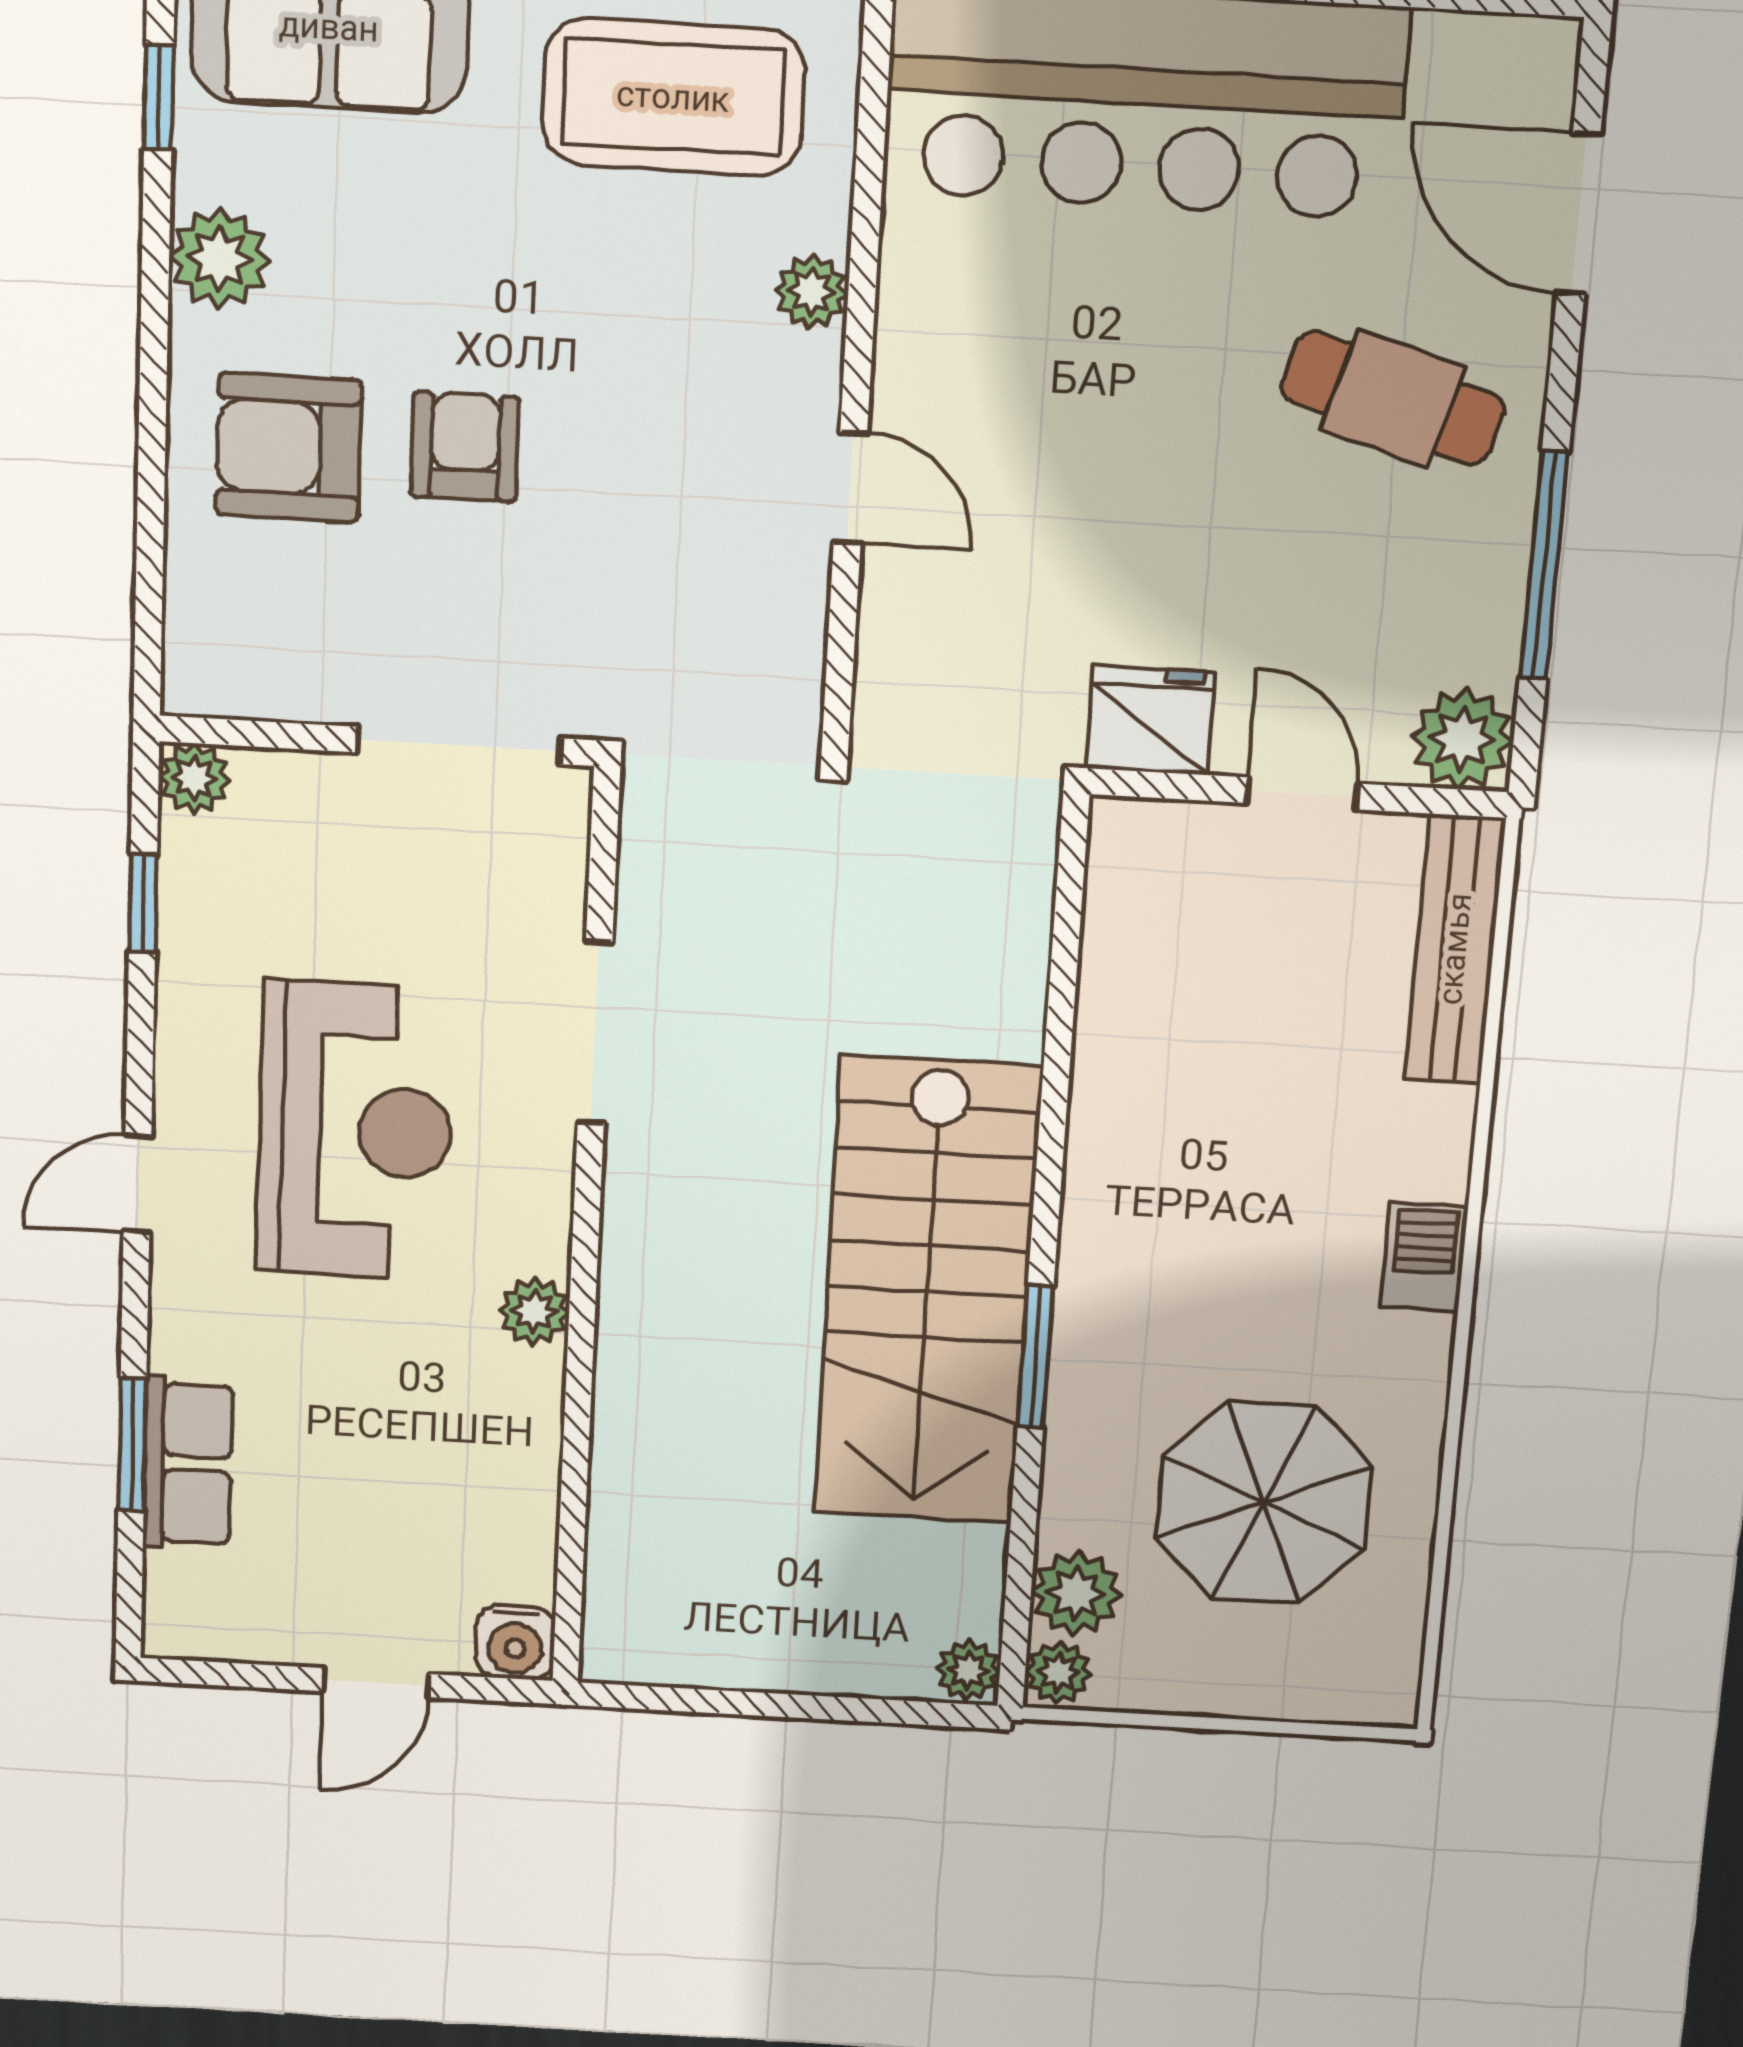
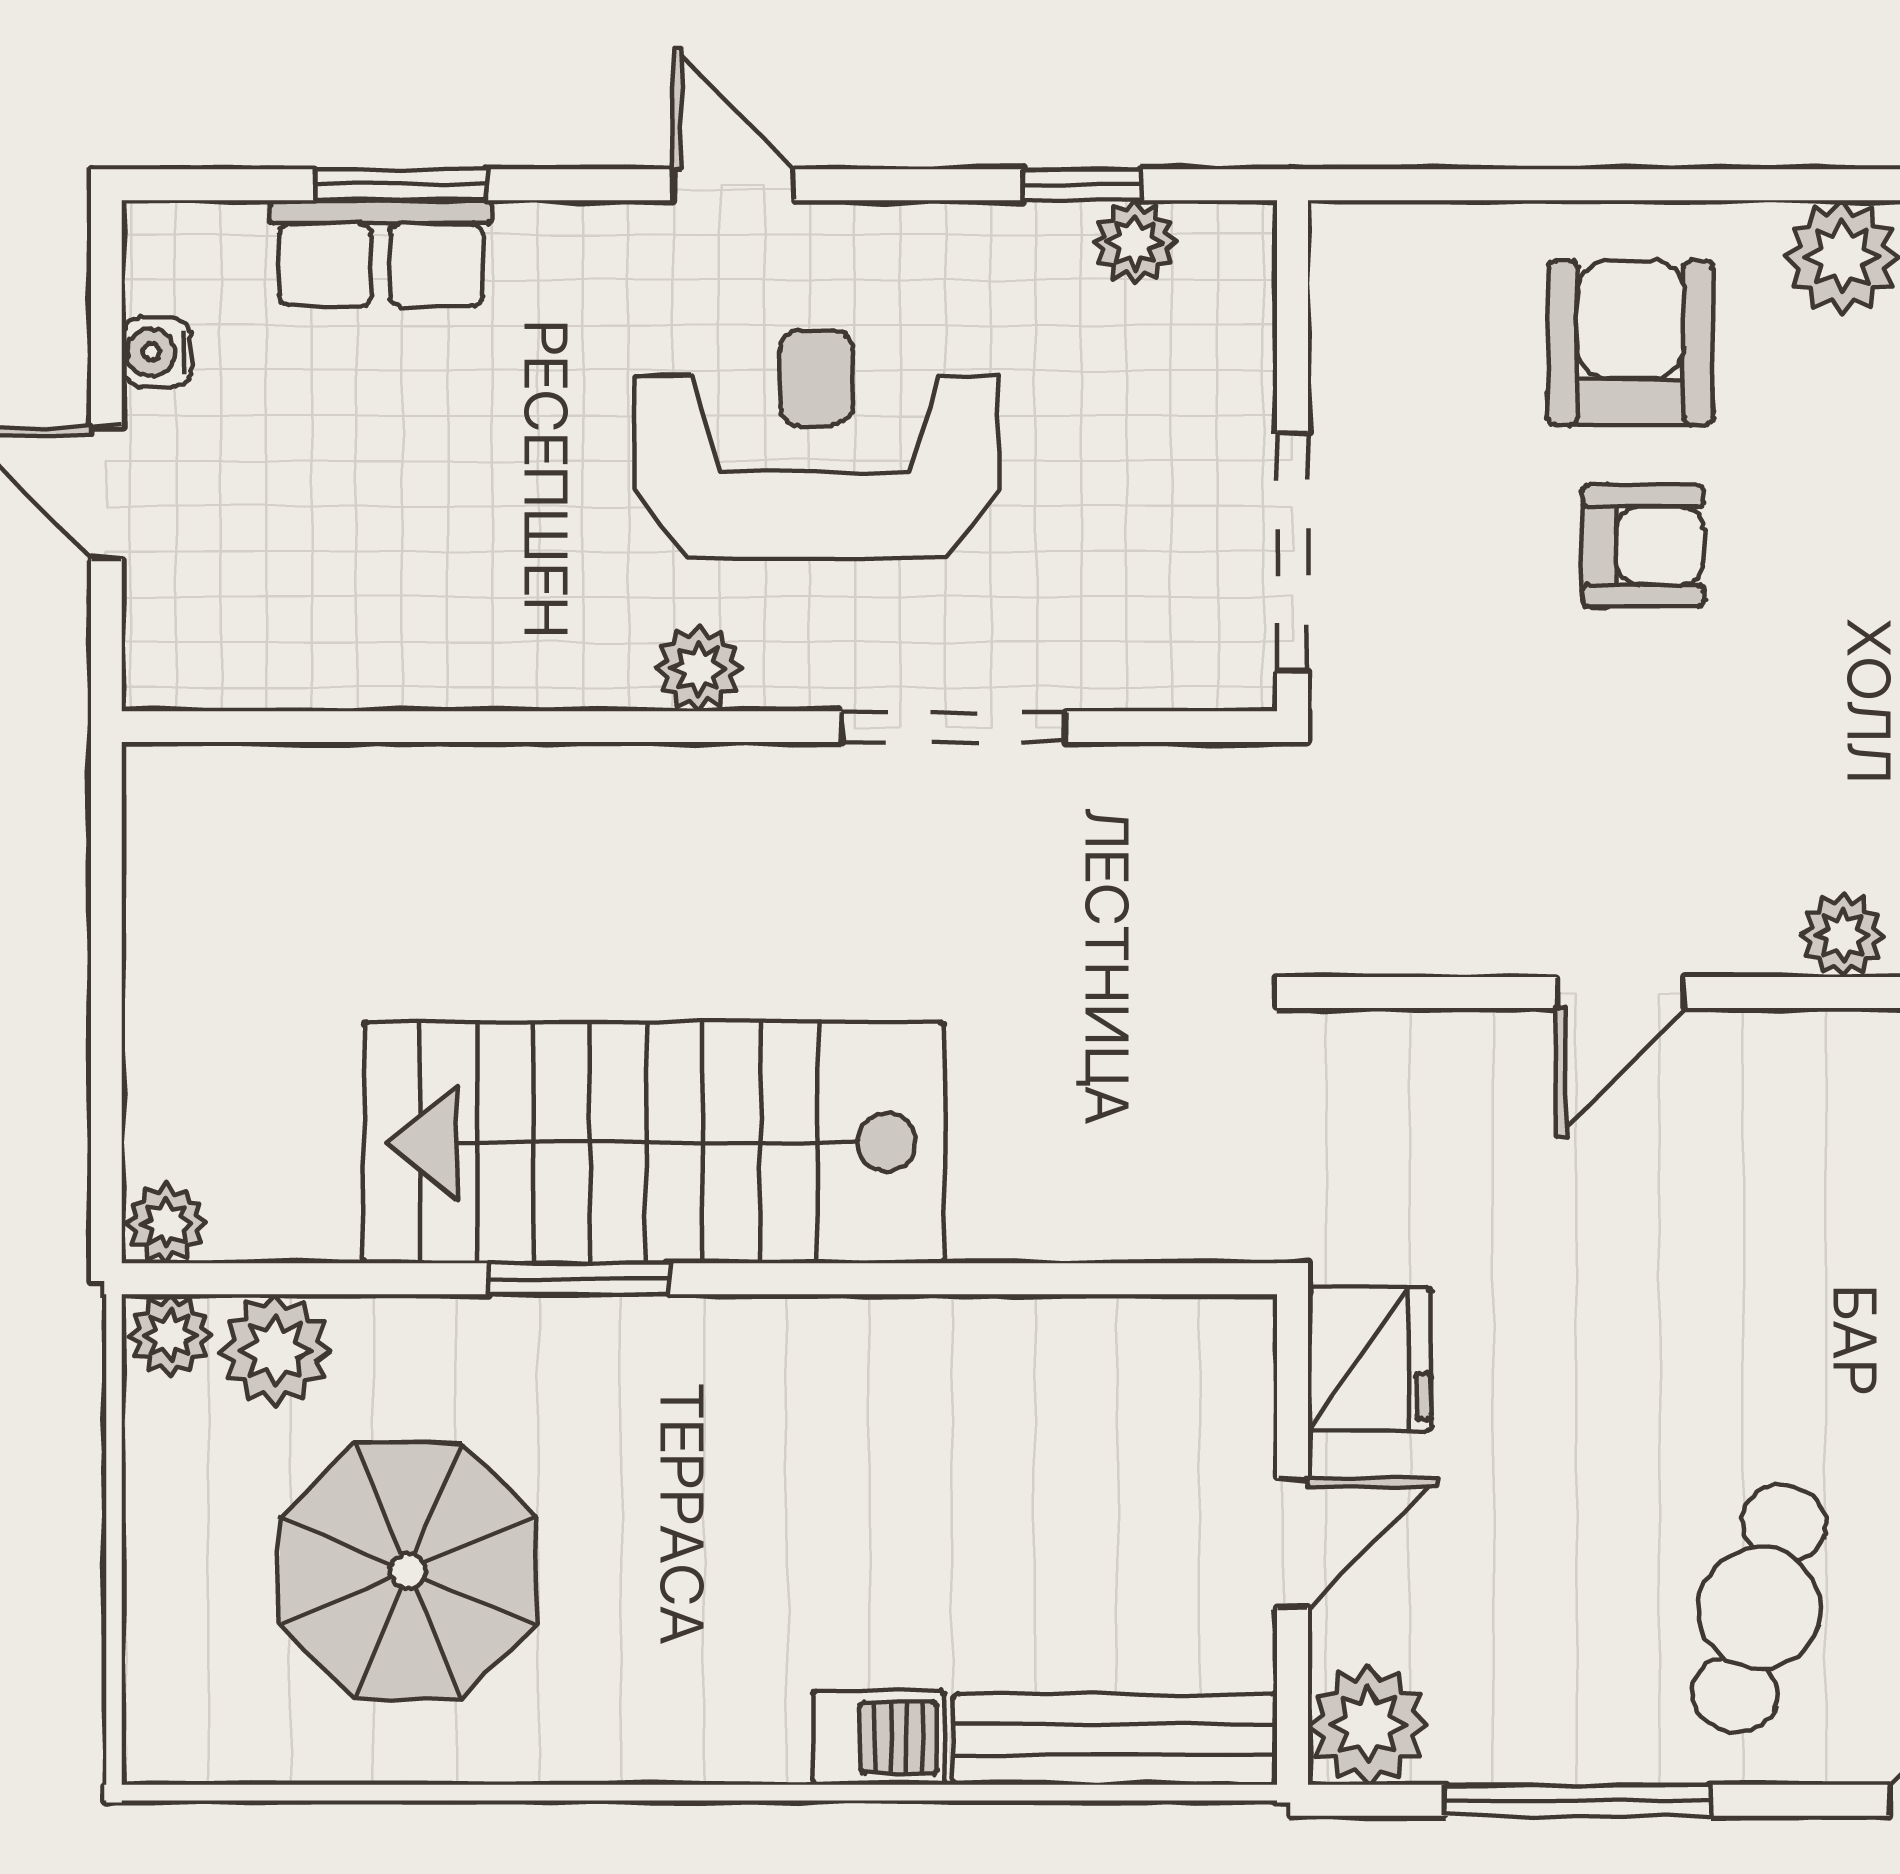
plant: (194, 778) -> (1135, 242), moved
reception desk: (355, 1130) -> (816, 444), turned 180
barbecue: (1424, 1257) -> (879, 1738), moved
plant: (534, 1311) -> (699, 669), moved
water cooler: (515, 1642) -> (157, 352), moved, width x0.72, depth x0.72

